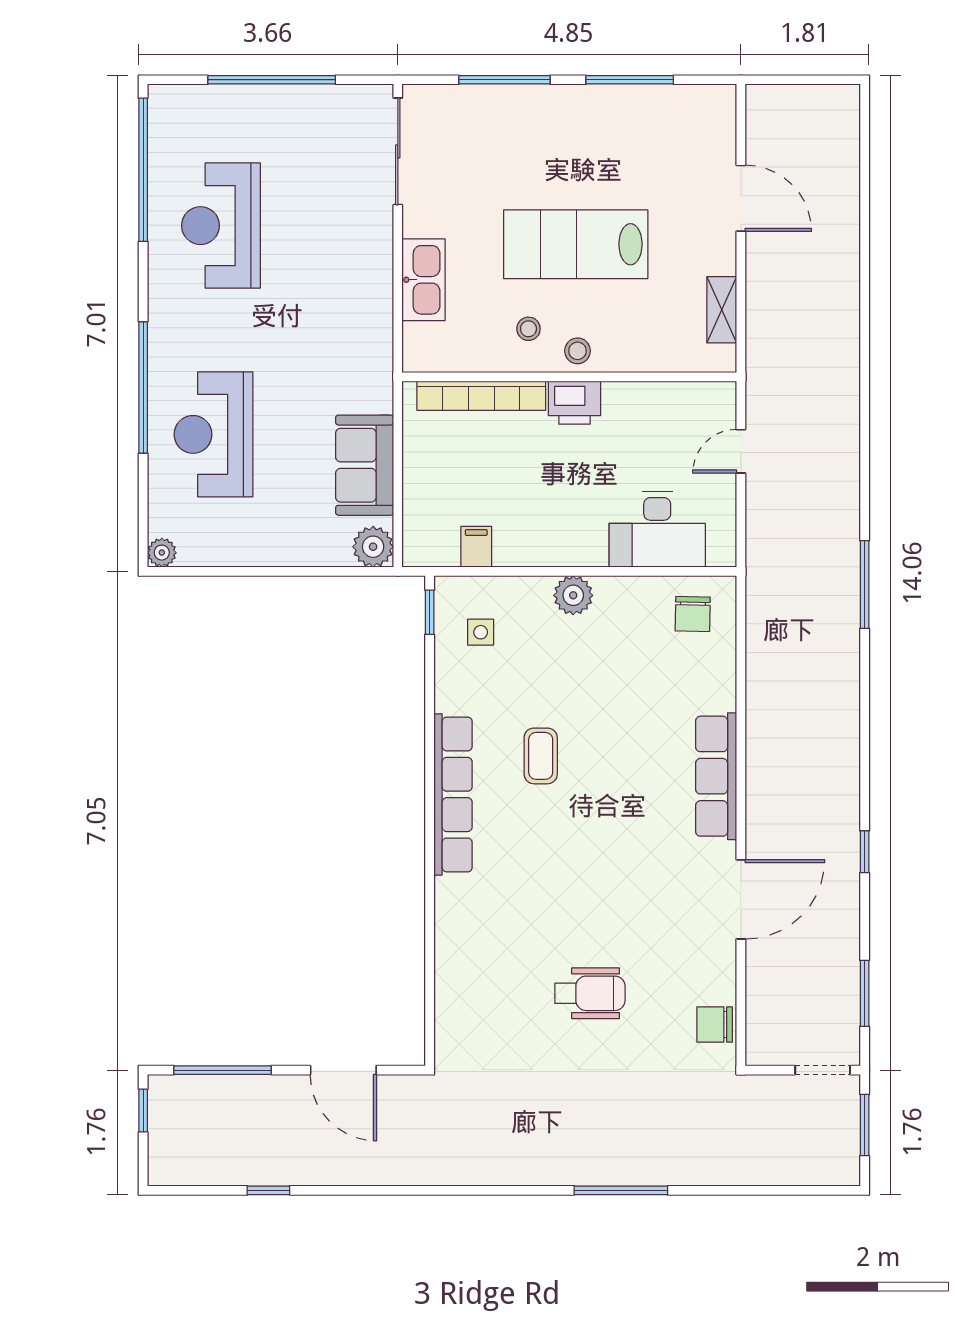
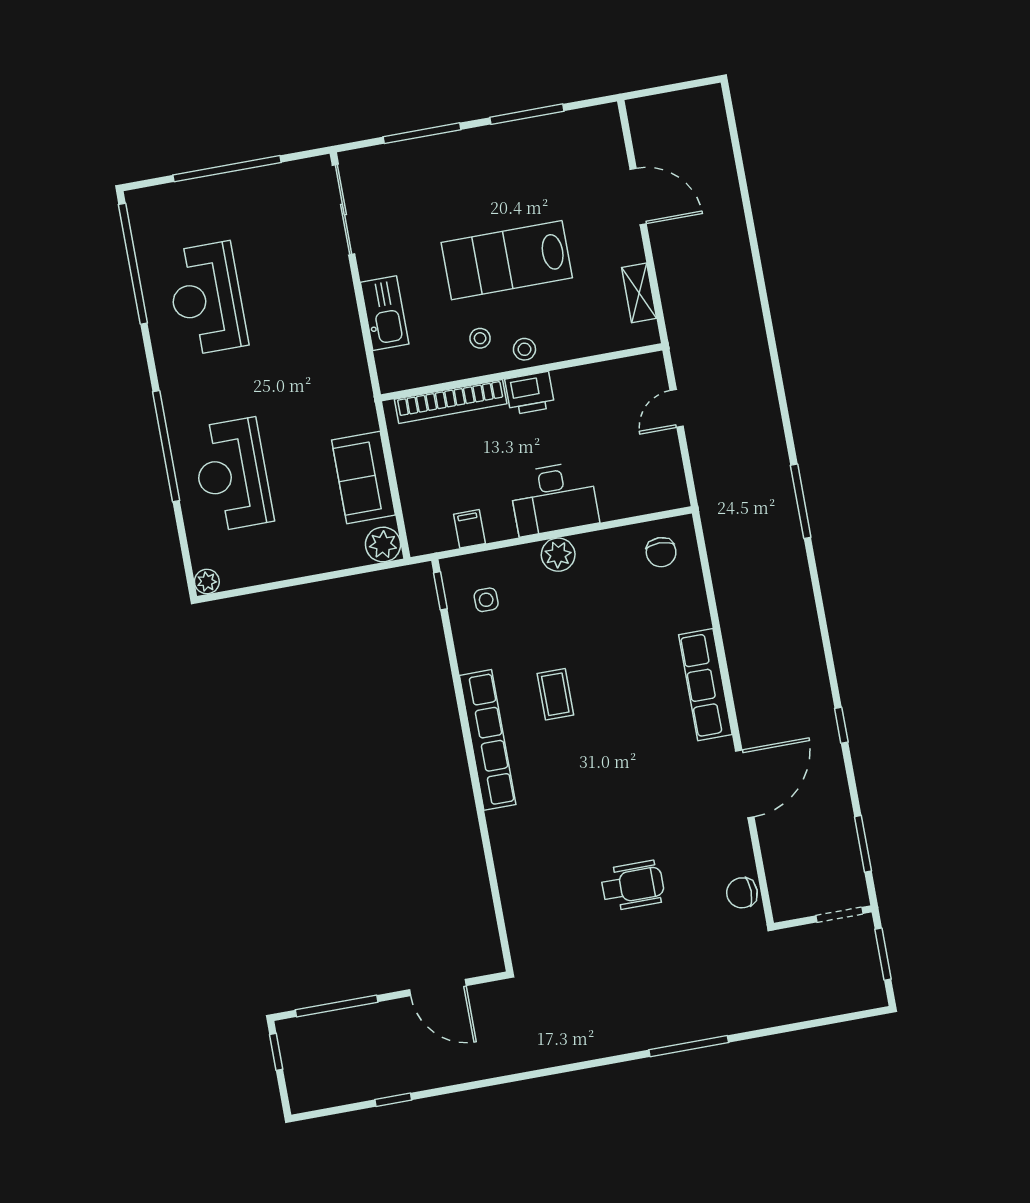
desk: (657, 529) -> (554, 498), moved

